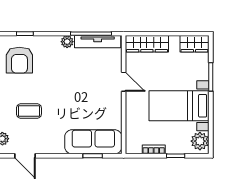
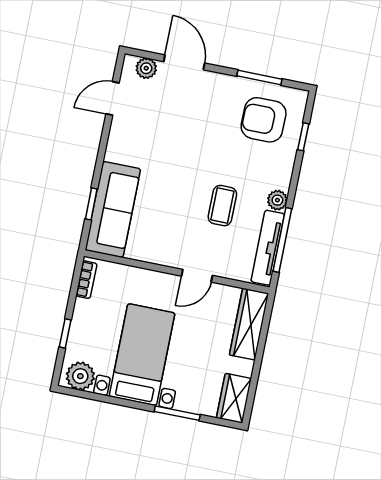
coffee table: (29, 111) -> (222, 206), moved
bookcase: (154, 149) -> (86, 280), moved

